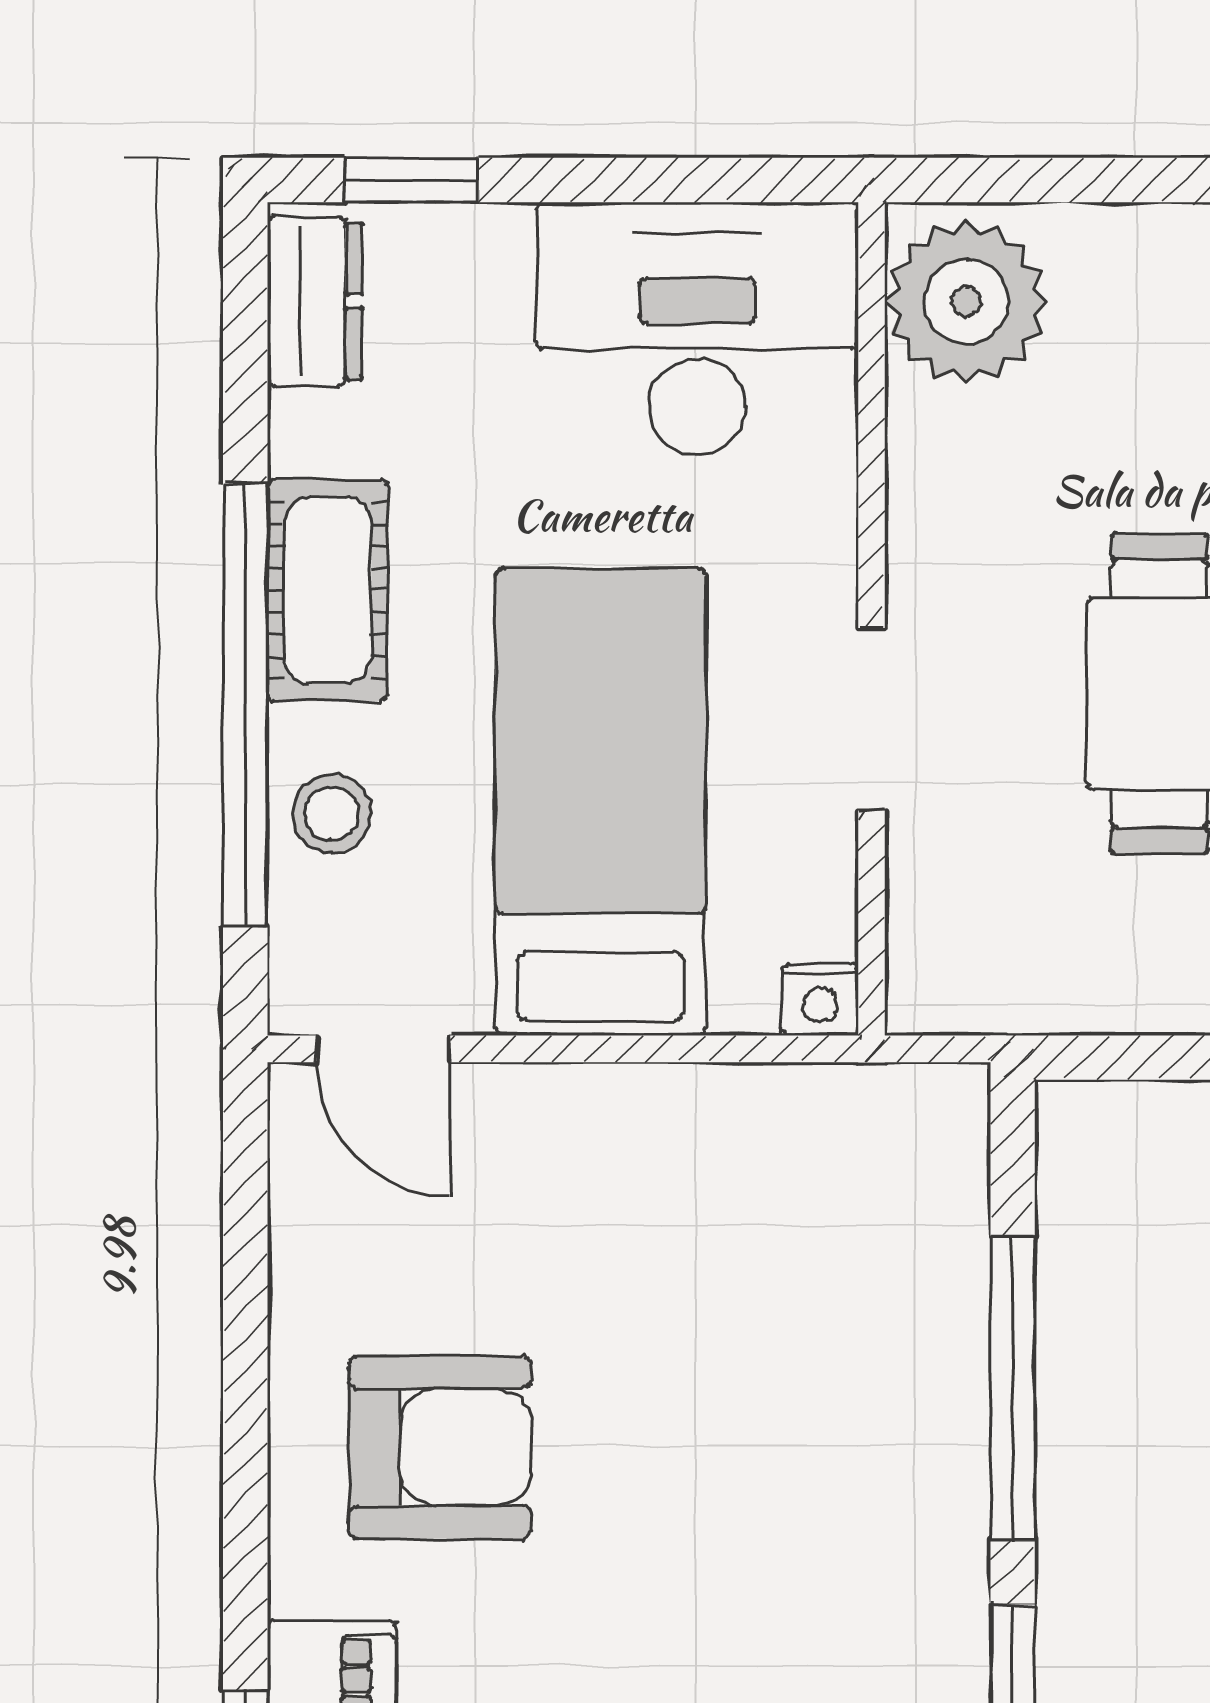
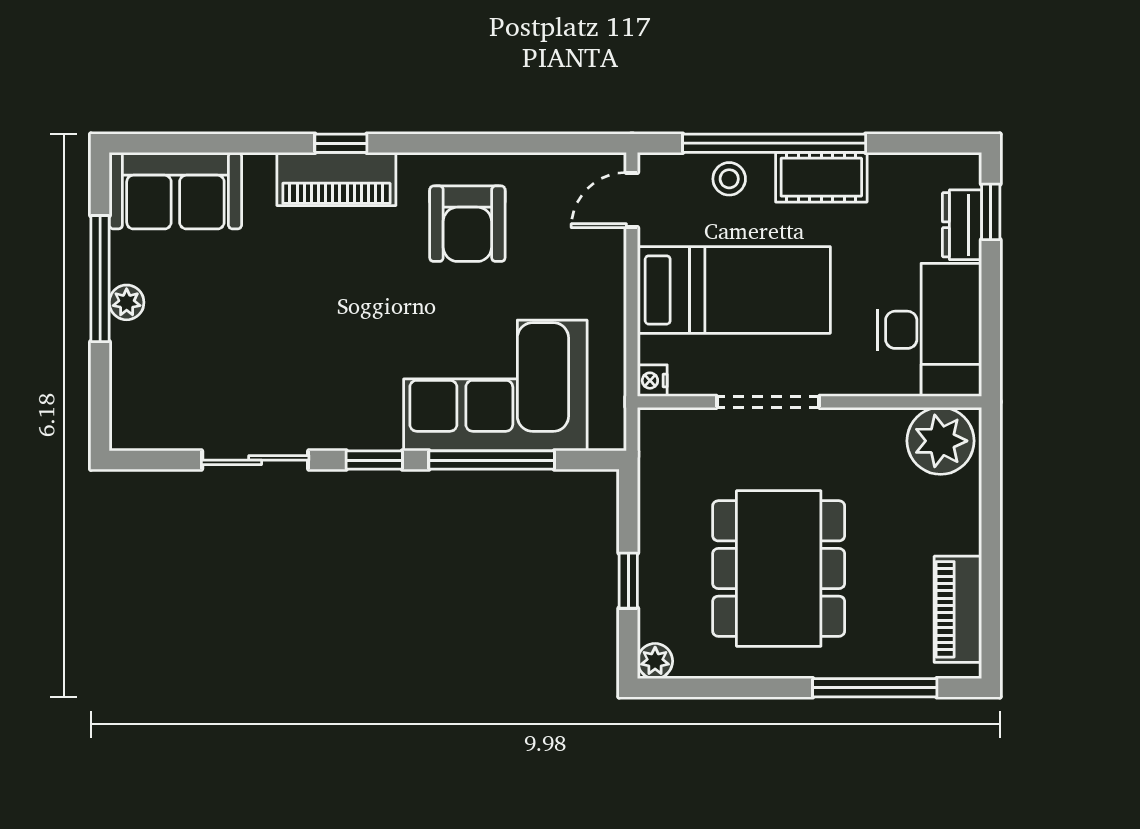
dresser: (315, 301) -> (962, 225), moved, turned 90
doorway: (872, 719) -> (768, 402), width x1.38
corner sofa: (832, 1380) -> (495, 386), added

